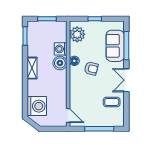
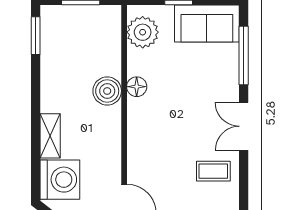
sofa: (115, 46) -> (207, 23), moved, turned -90
washing machine: (61, 49) -> (109, 62), removed
shelving: (32, 68) -> (50, 136), moved
armchair: (91, 68) -> (171, 102), removed

